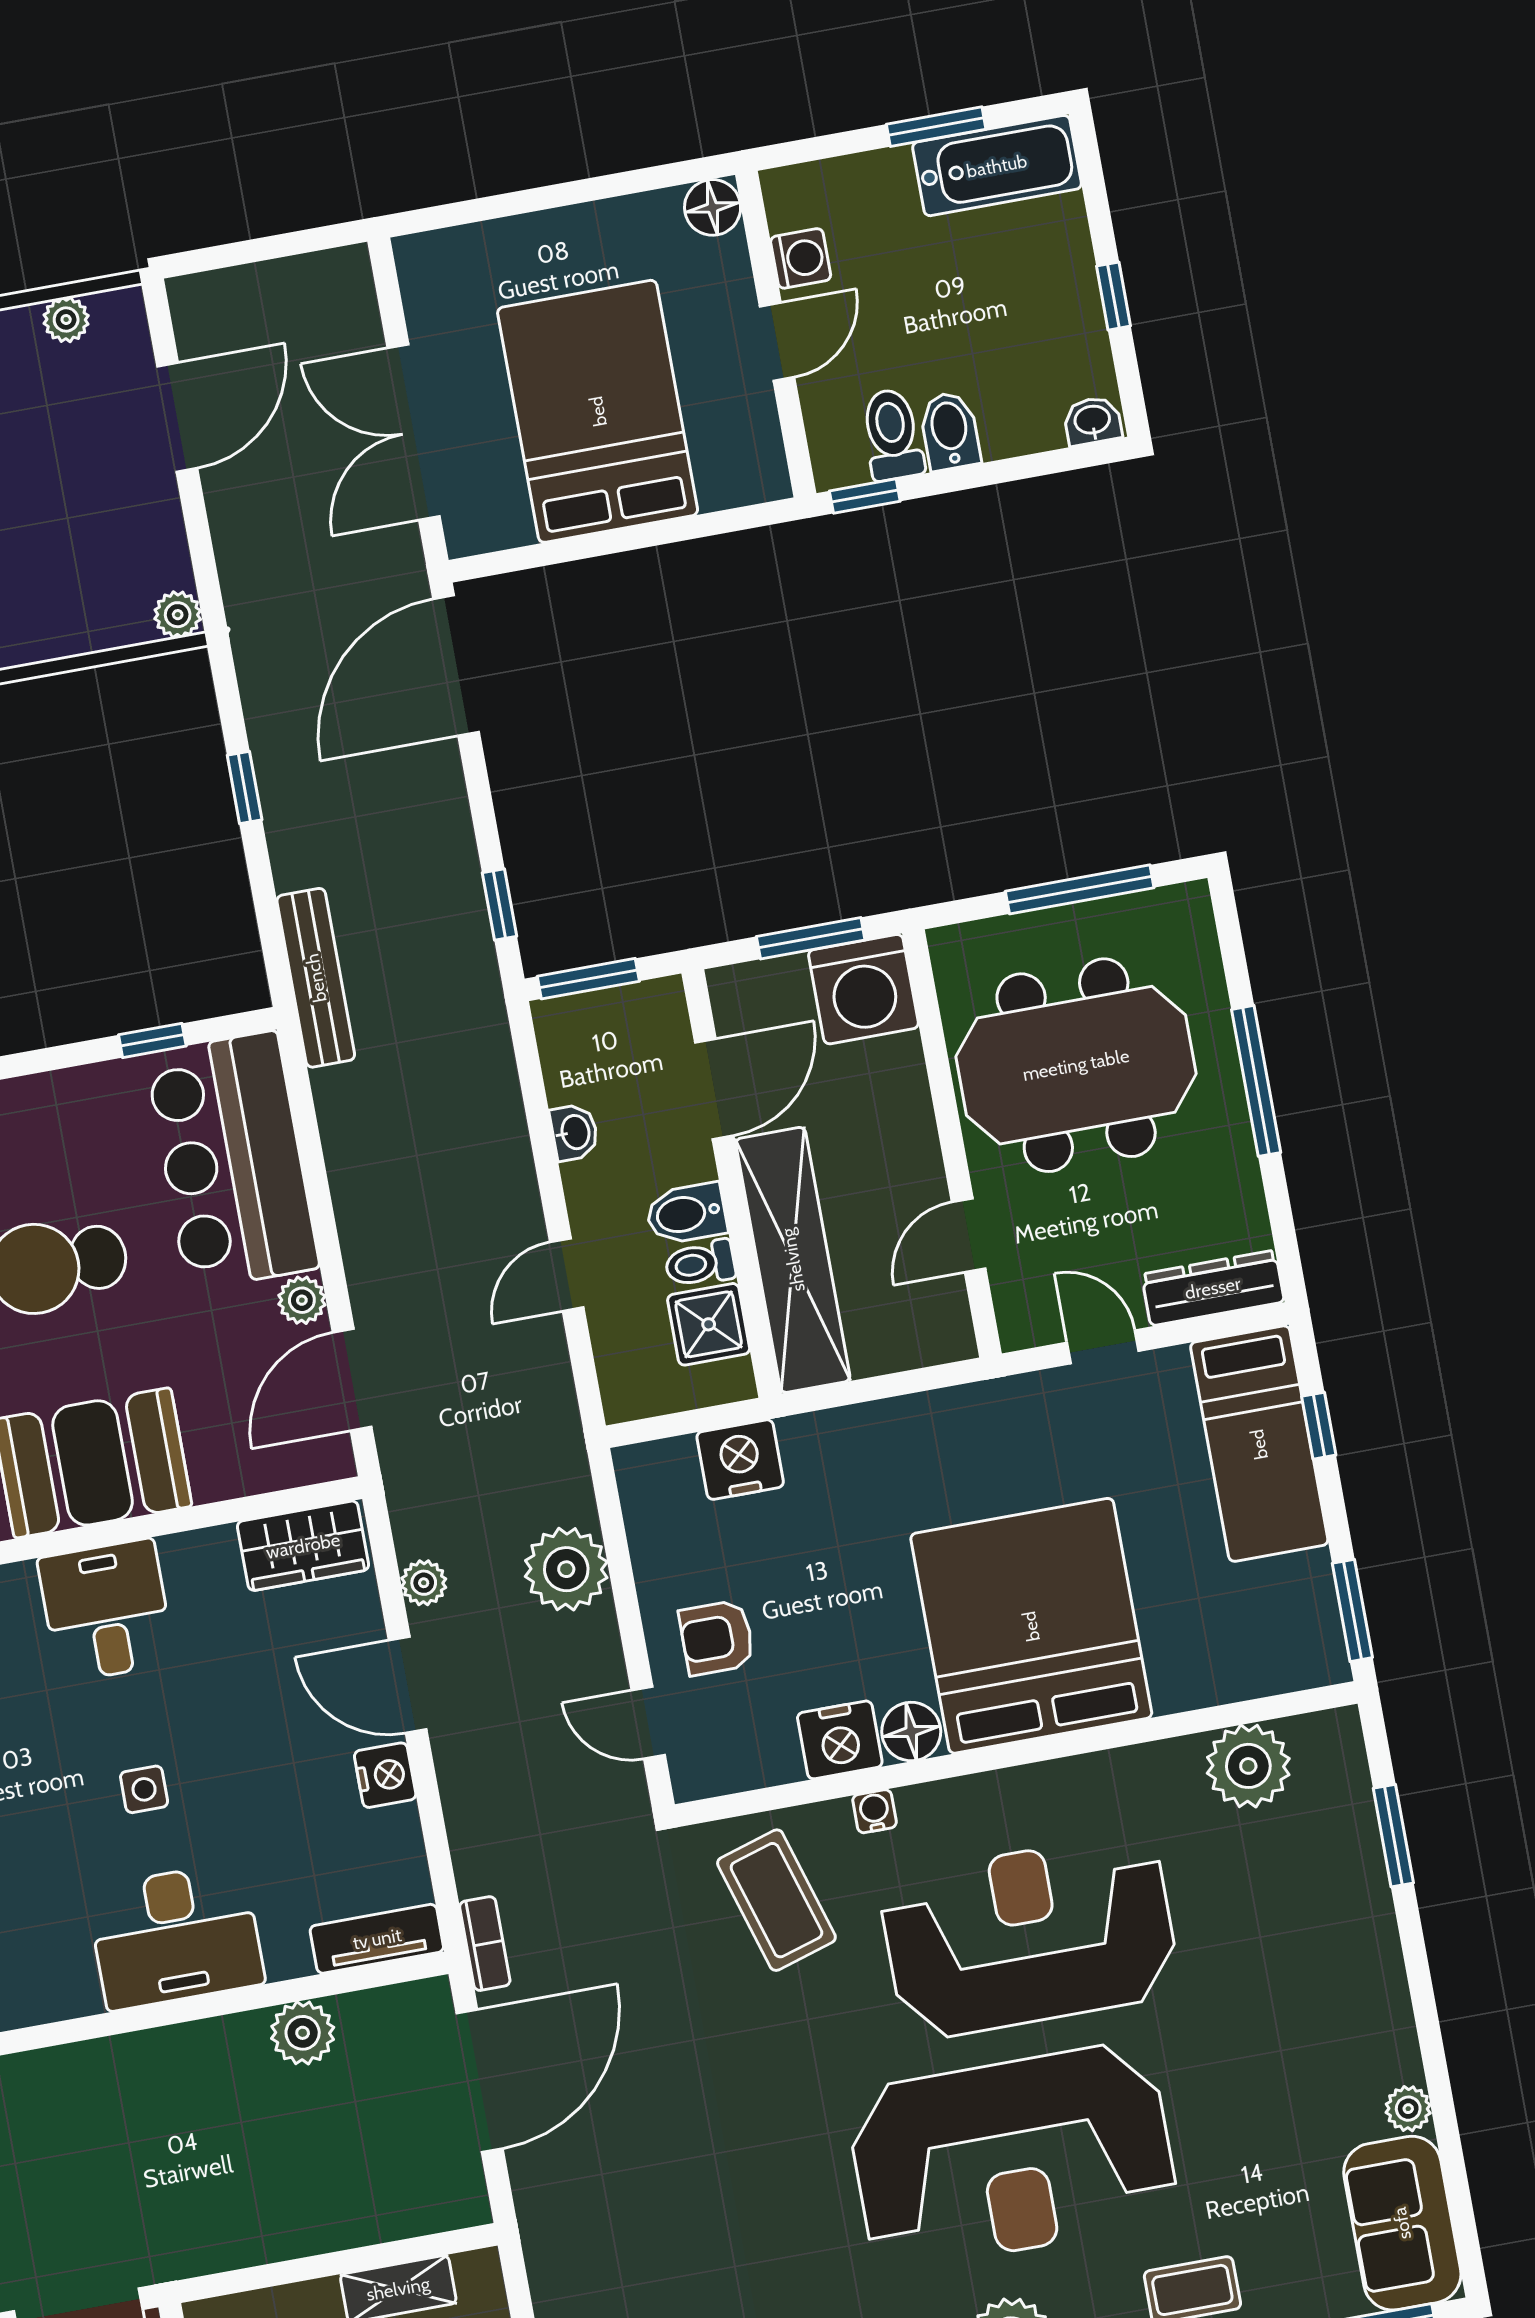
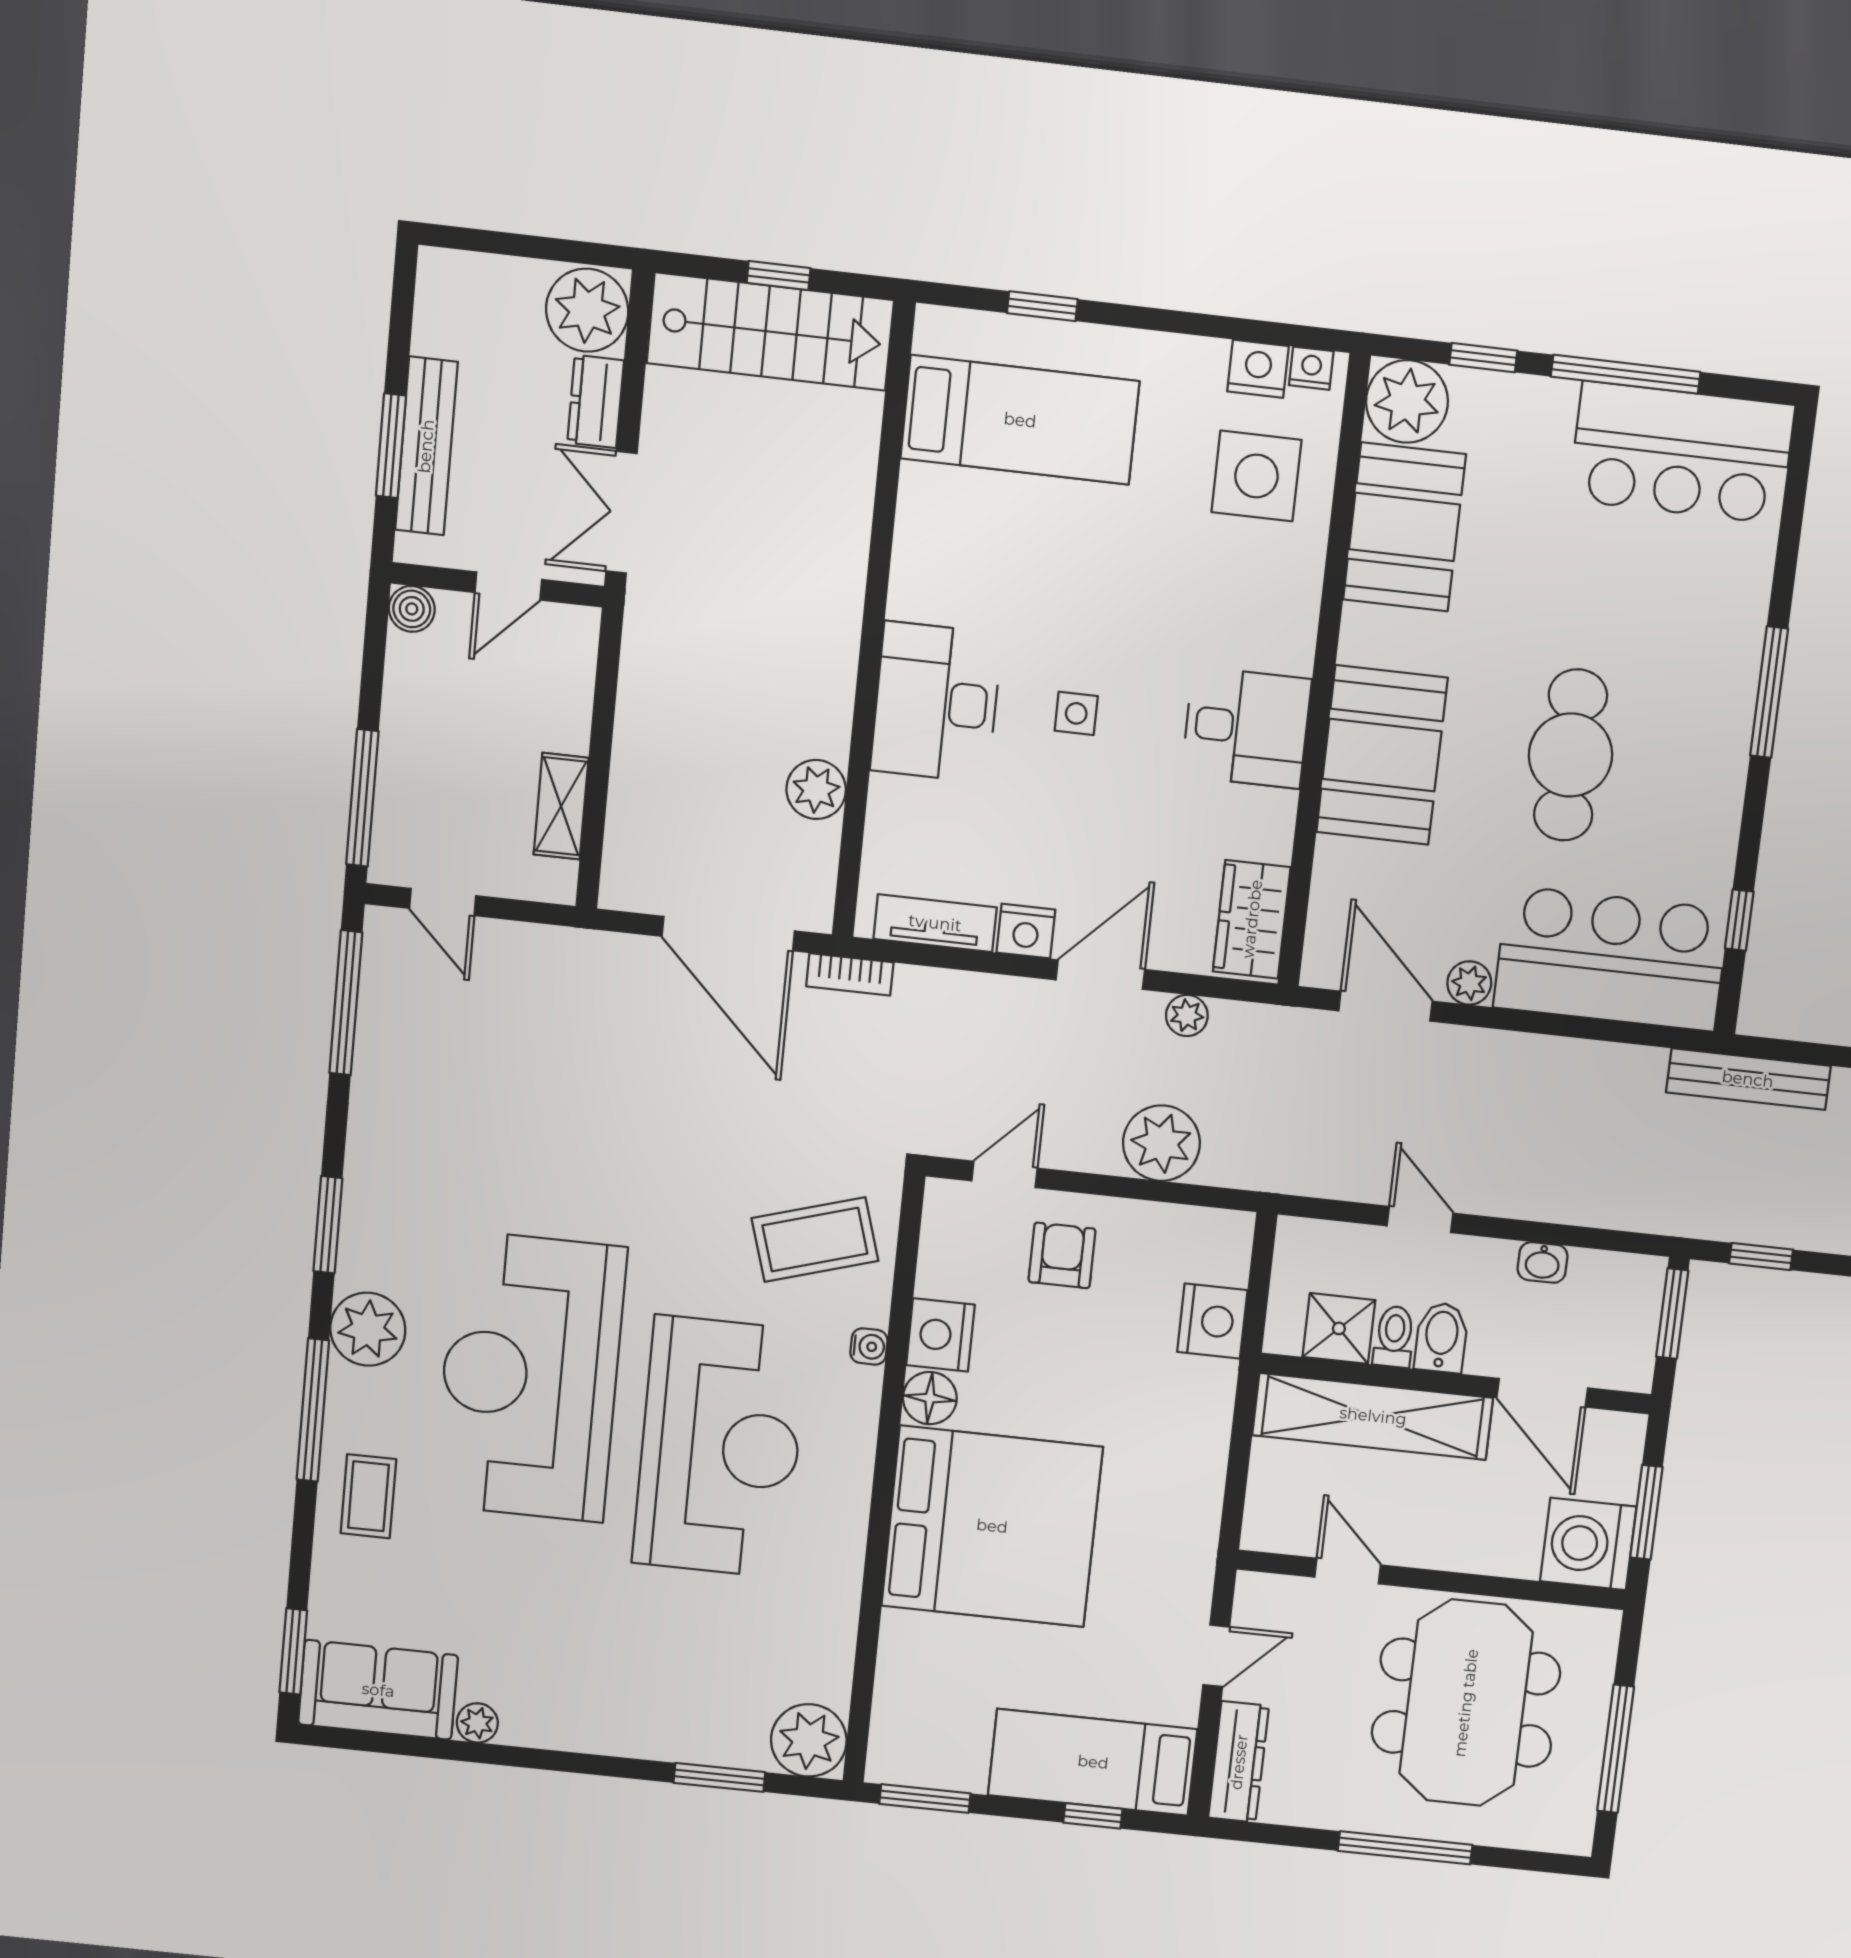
plant: (1248, 1766) -> (809, 1740), moved
tv unit: (377, 1939) -> (935, 923), moved, turned -90

